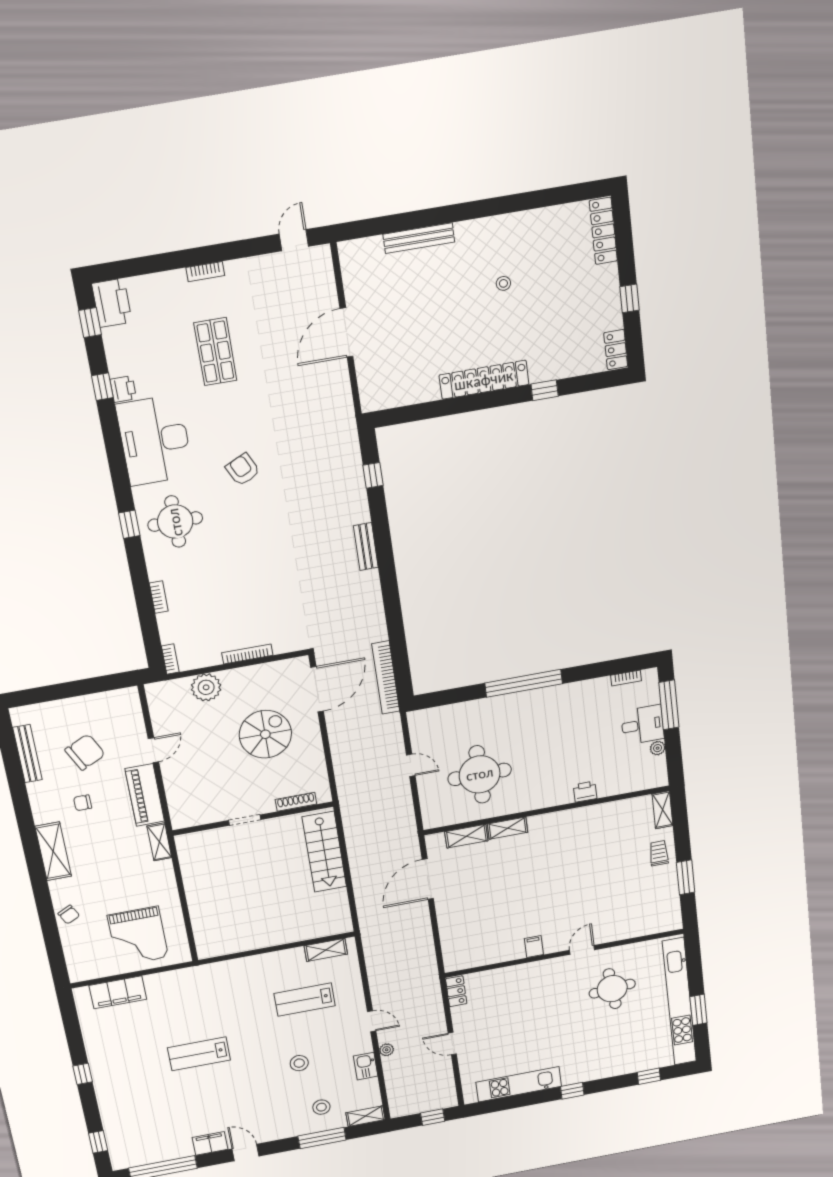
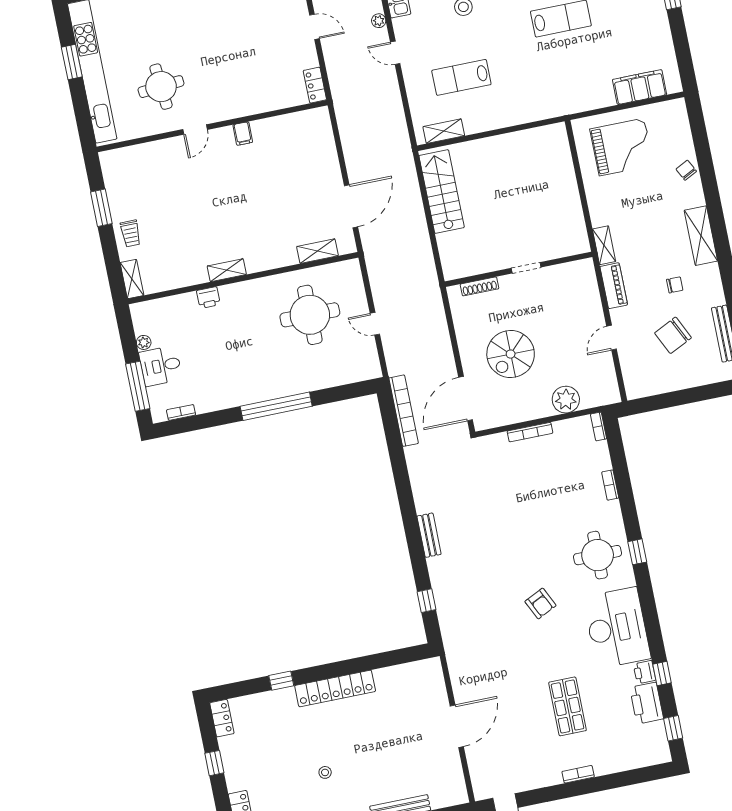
printer: (112, 303) -> (647, 703), moved
piano: (145, 795) -> (614, 286), width x0.73, depth x0.75
shelving: (507, 828) -> (227, 270), moved
stairs: (324, 852) -> (442, 192), moved
grand piano: (138, 936) -> (622, 147), turned 90
lab bench: (305, 1000) -> (461, 77), turned 180

